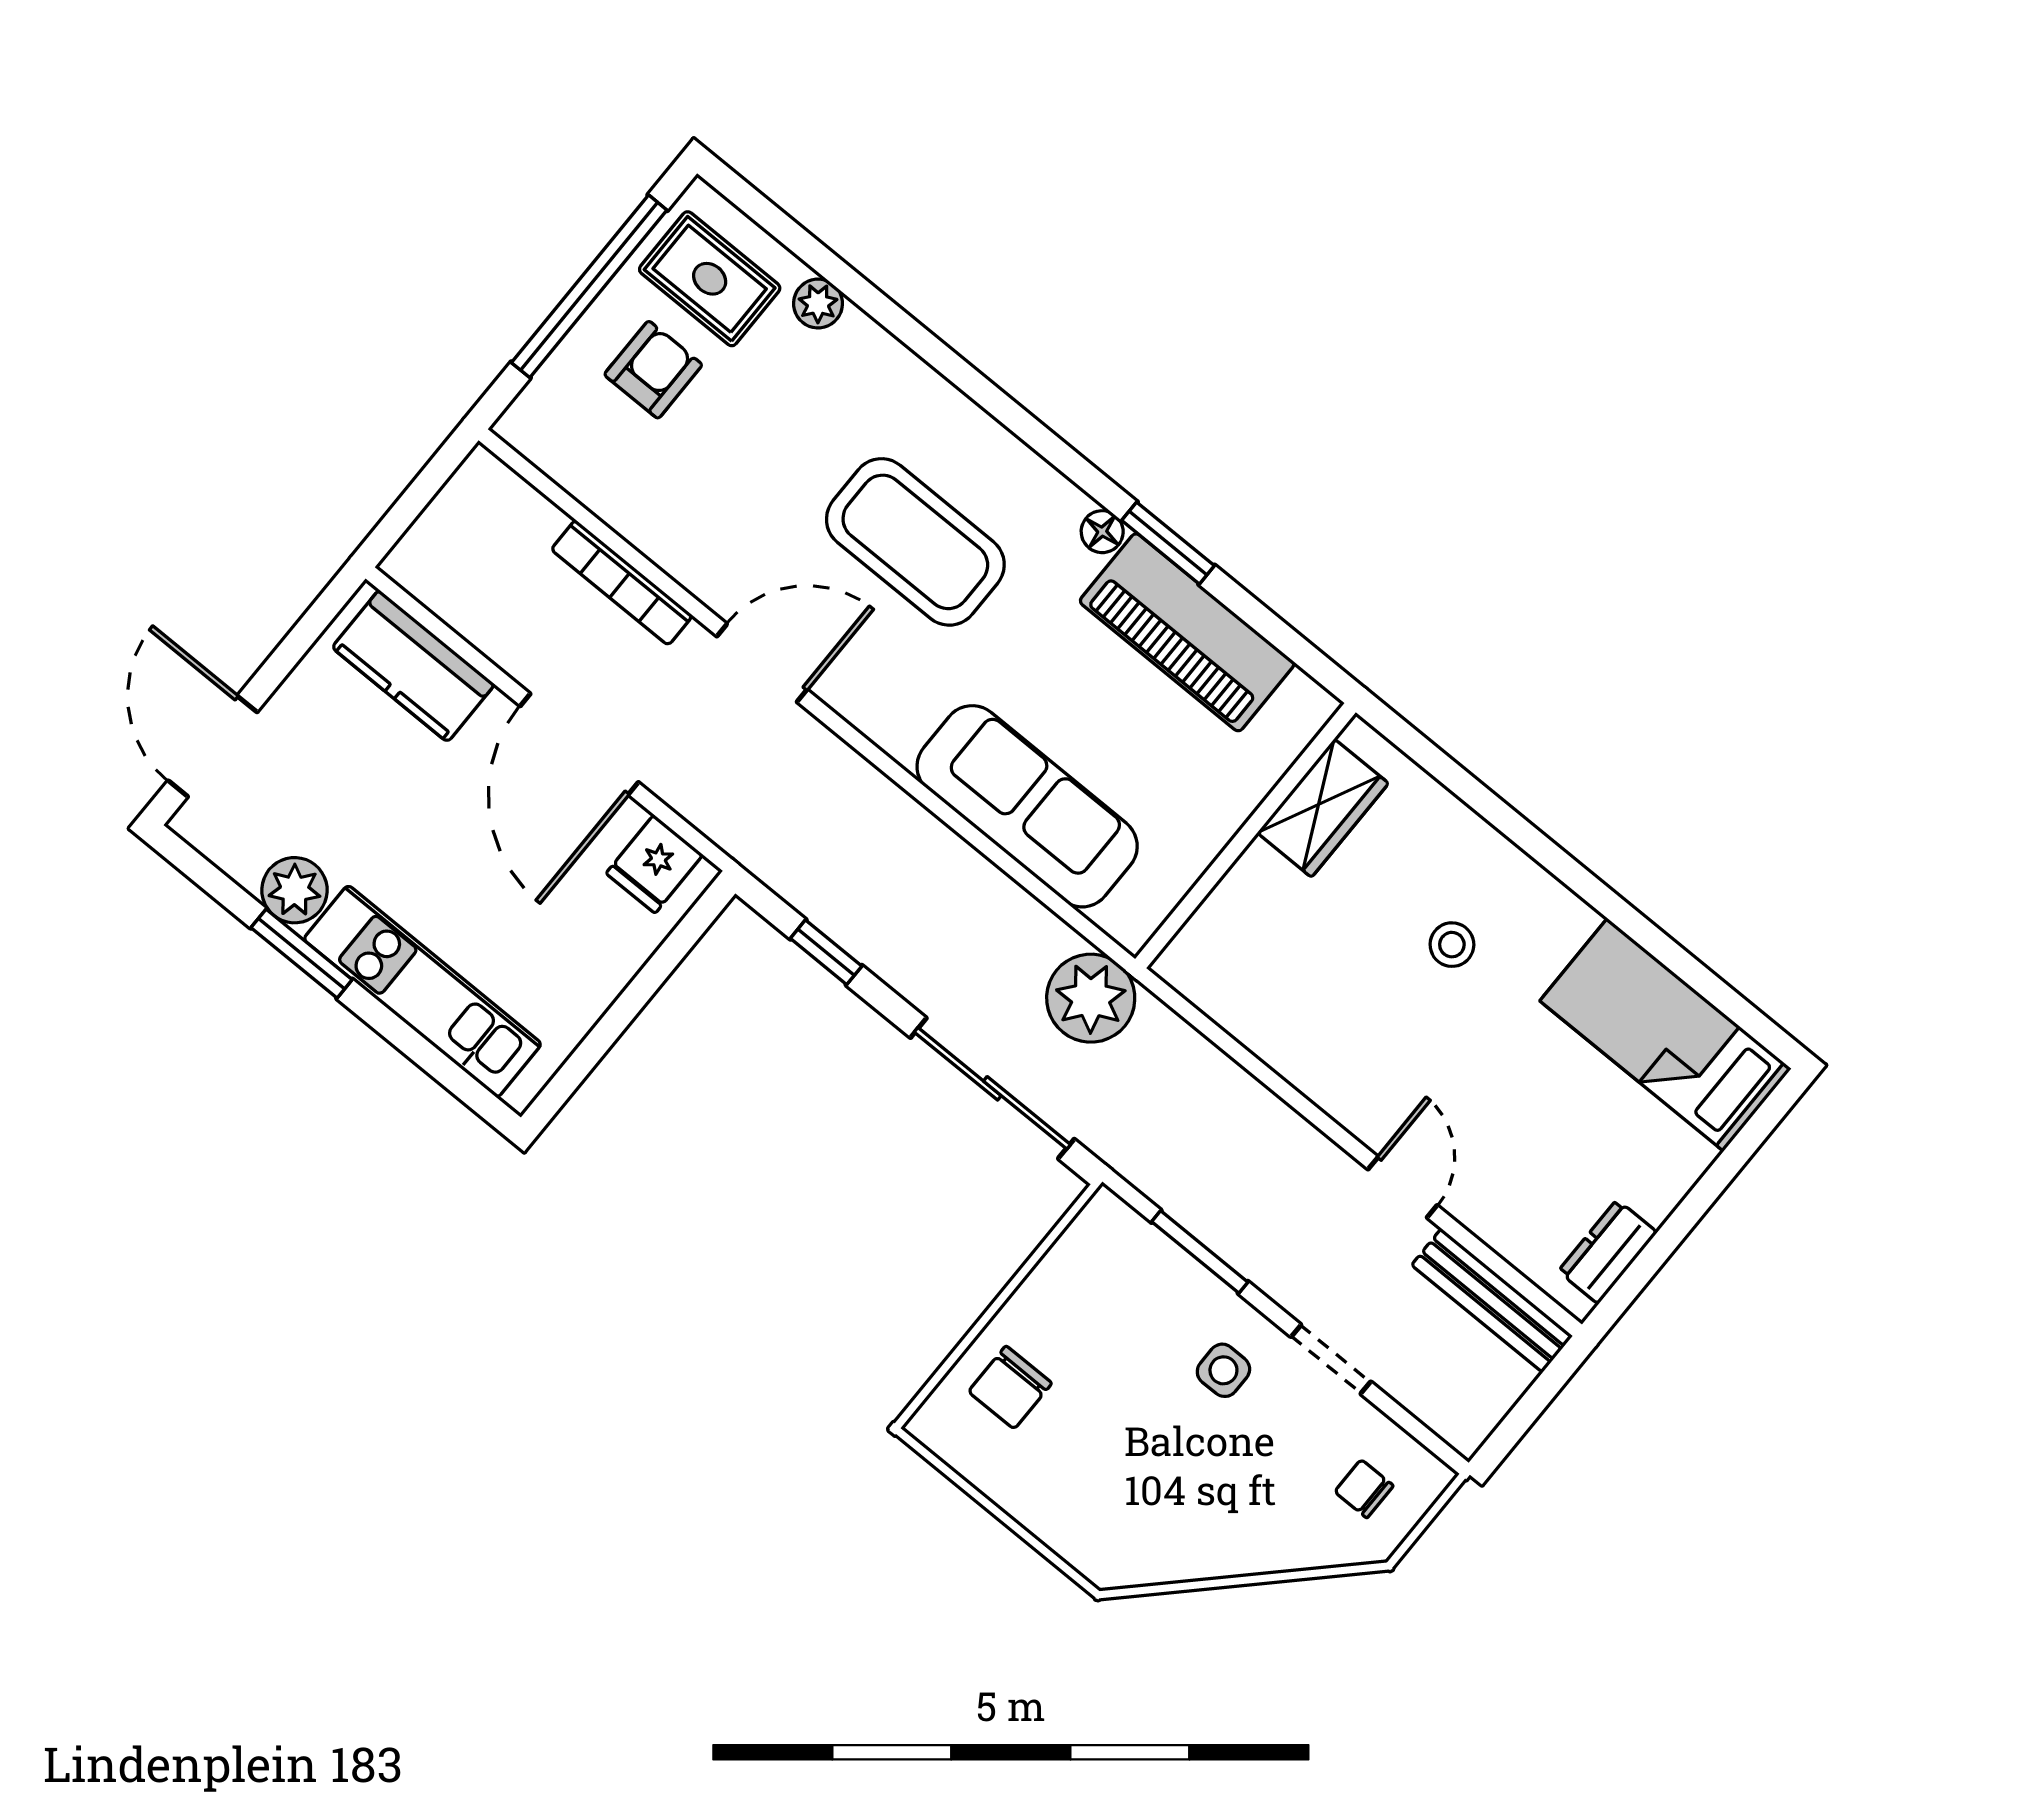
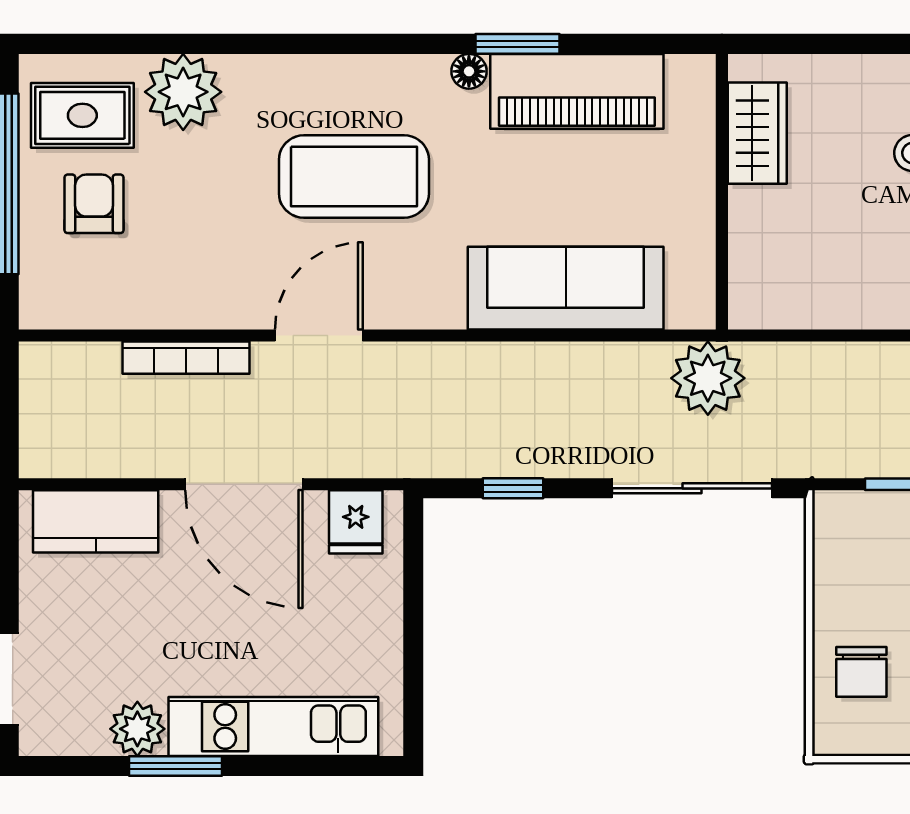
plant: (818, 304) -> (183, 92), width x1.88, depth x1.88

